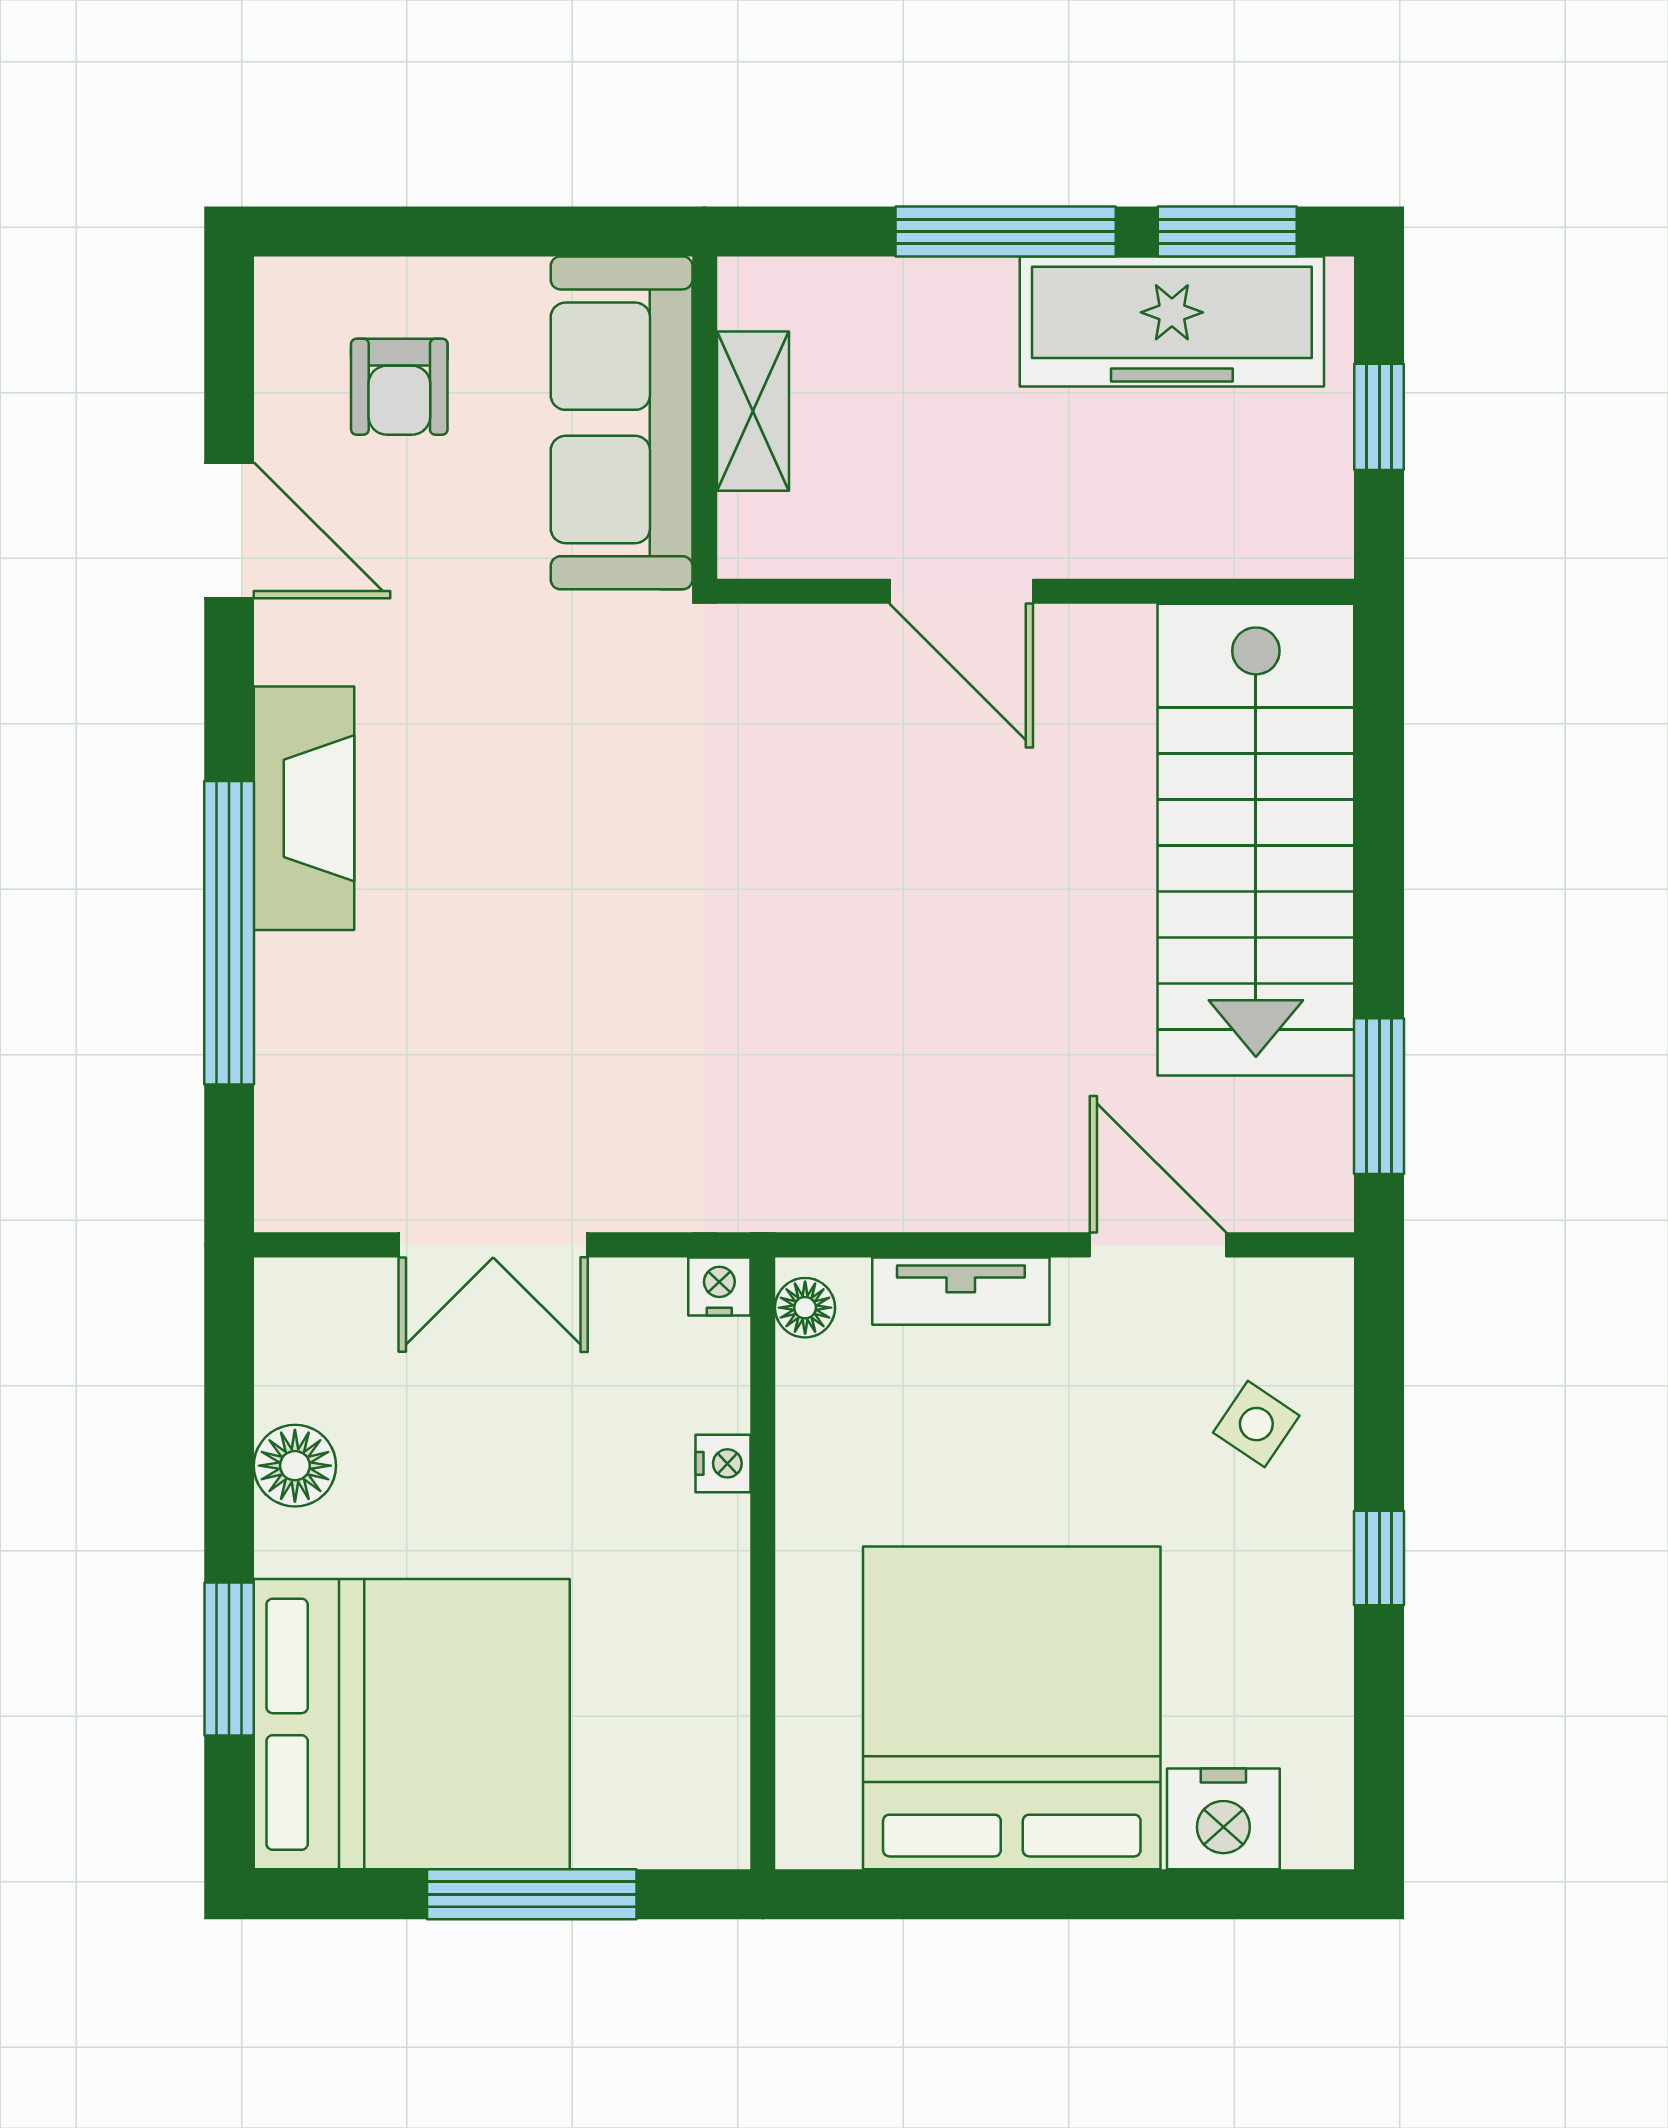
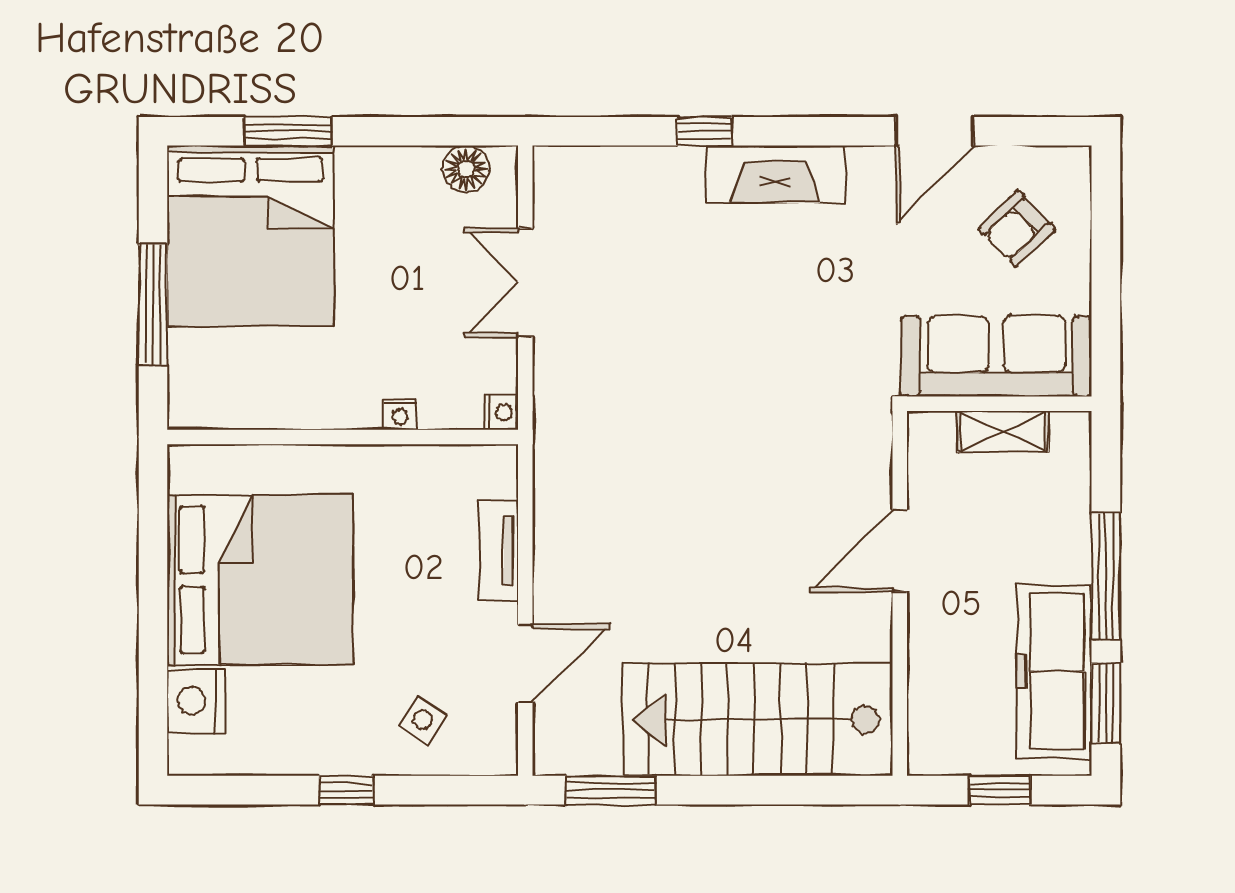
armchair: (399, 387) -> (1017, 229), turned -44
window: (229, 933) -> (704, 131), width x0.32
floor lamp: (805, 1308) -> (489, 461), removed
floor lamp: (295, 1466) -> (466, 169), moved

